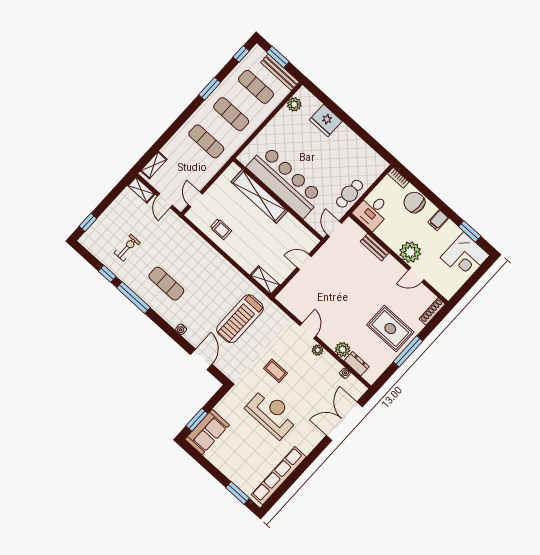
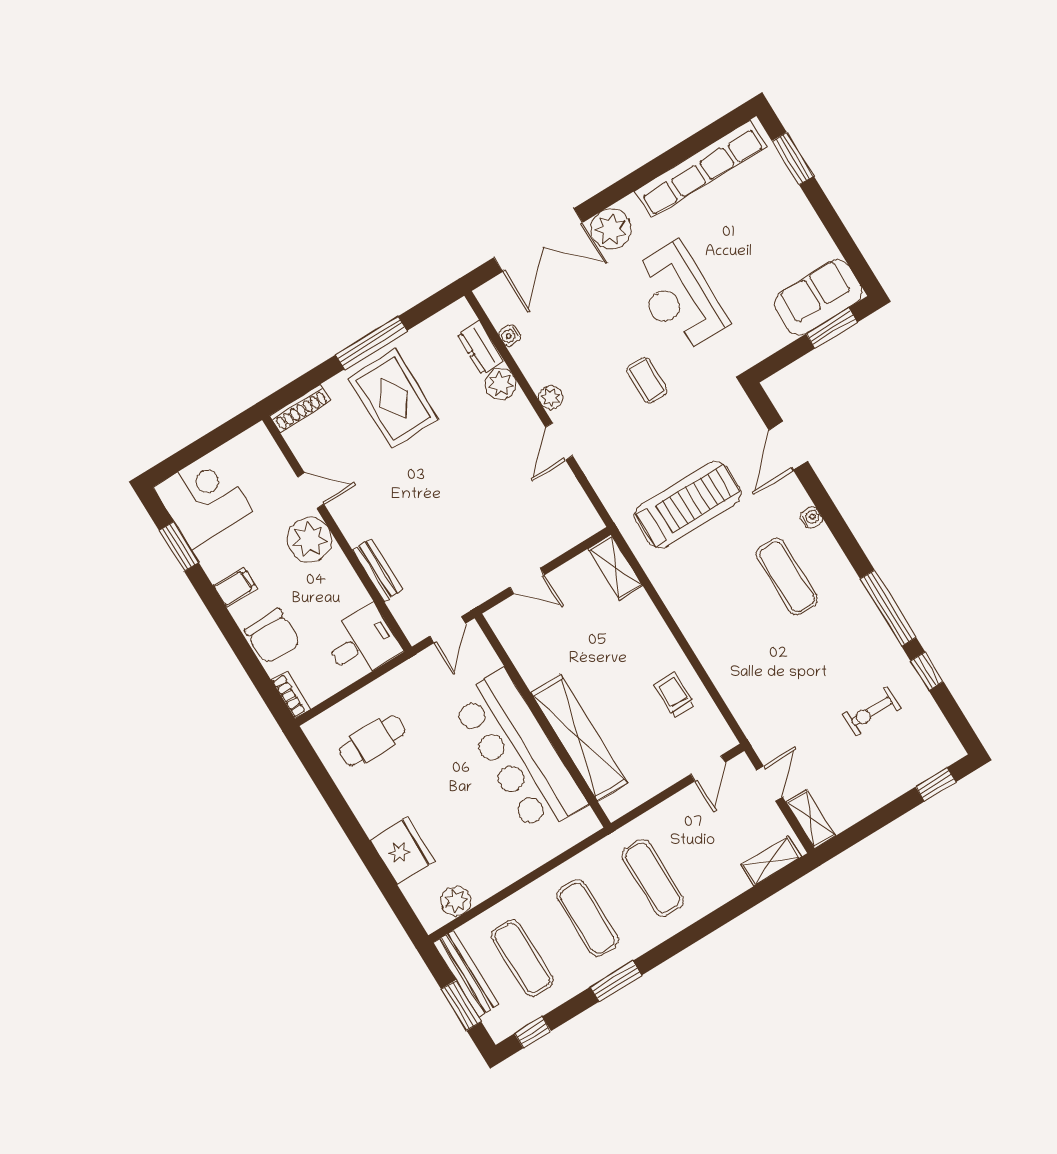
cafe table: (350, 194) -> (372, 741), moved
exercise mat: (166, 284) -> (787, 577), moved
plant: (312, 436) -> (611, 229), added

